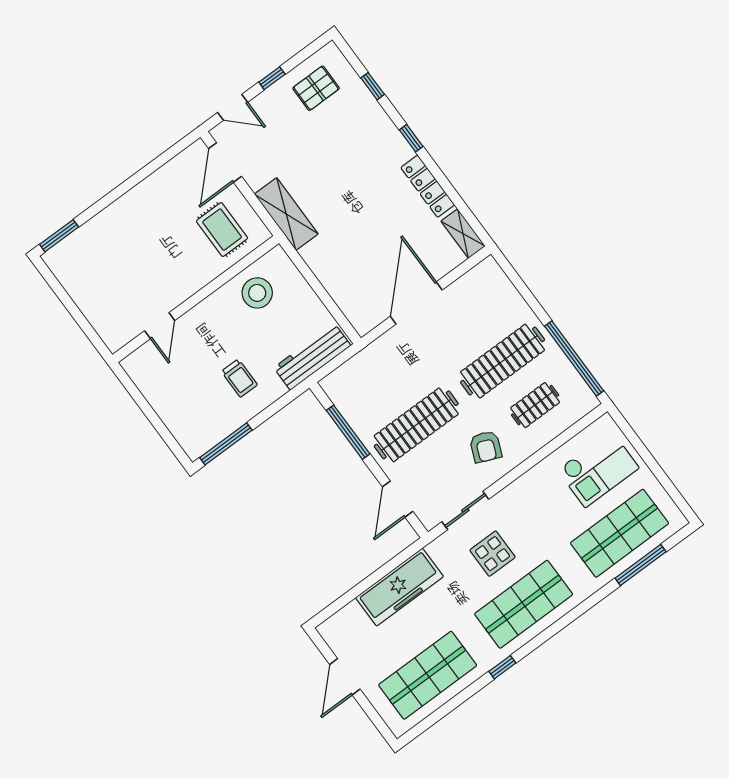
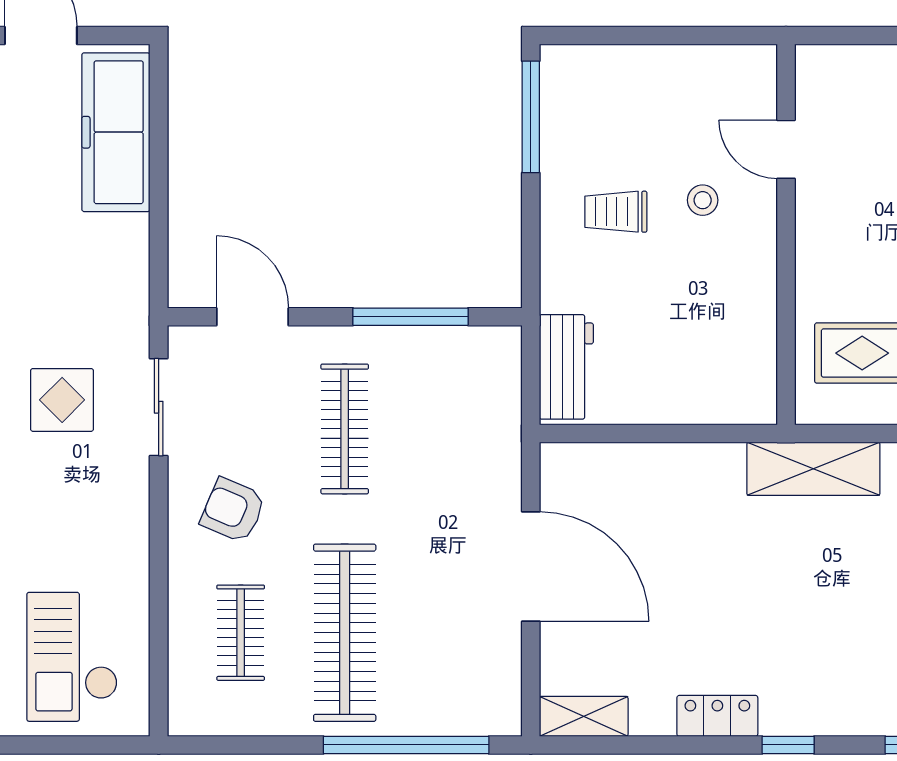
locker: (428, 186) -> (717, 716), width x0.66
stool: (257, 293) -> (703, 200), moved, width x0.53, depth x0.53
workbench: (312, 357) -> (566, 367), width x0.73
window: (574, 358) -> (406, 745), moved
clothes rail: (416, 425) -> (345, 429), width x0.73, depth x0.76
freezer: (399, 587) -> (116, 132), moved

